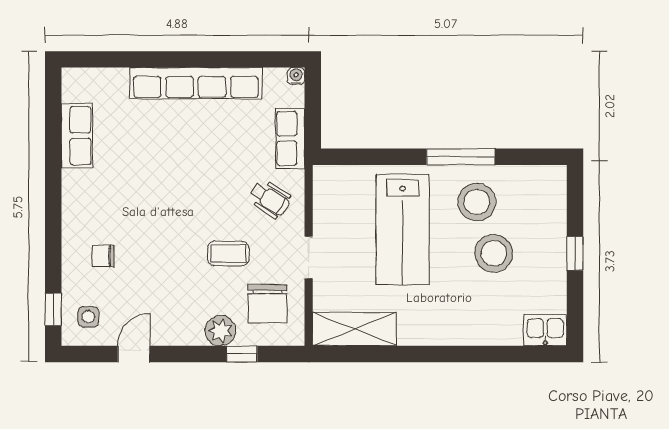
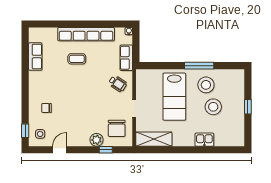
coffee table: (228, 254) -> (77, 59), moved
kitchen sink: (545, 330) -> (204, 140), moved

